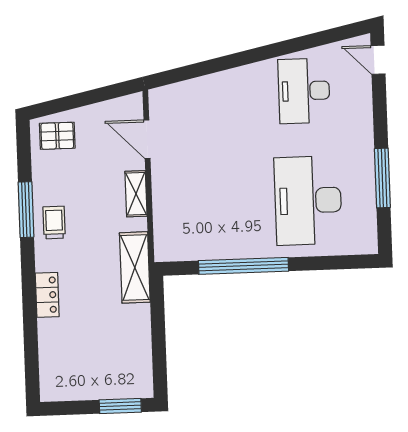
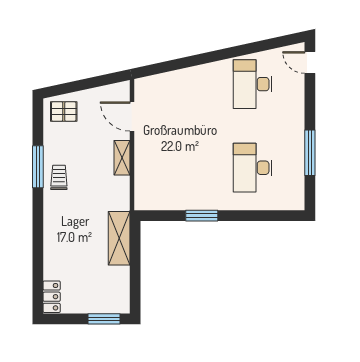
desk: (308, 201) -> (253, 168), width x0.73, depth x0.77
window: (243, 266) -> (202, 216), width x0.47
shelving: (135, 267) -> (119, 238), moved
locker: (47, 295) -> (52, 297), moved

